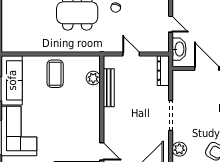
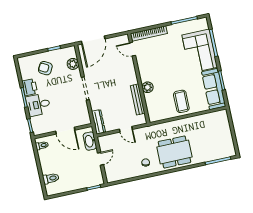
door: (171, 24) -> (100, 159), swing flipped
plant: (93, 78) -> (148, 87), moved

